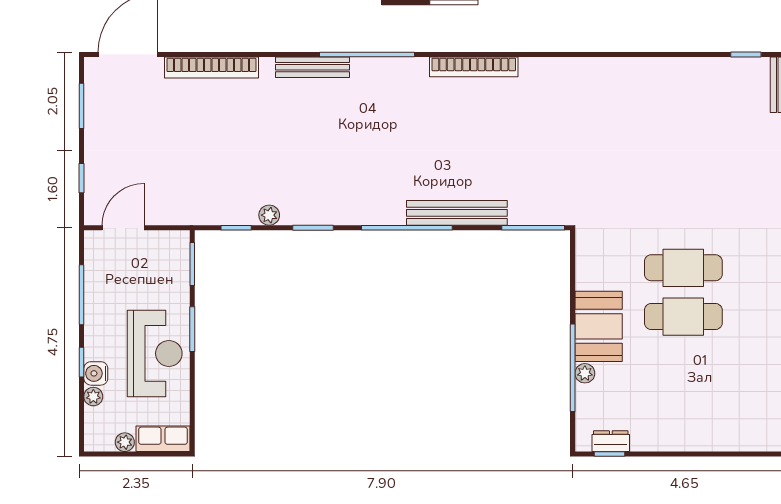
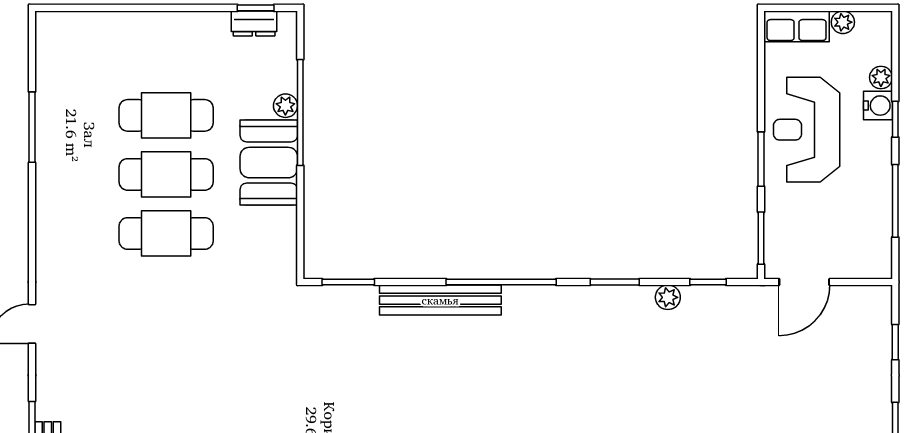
door: (123, 228) -> (804, 282), moved
window: (533, 228) -> (348, 282), width x0.69
cafe table: (683, 365) -> (166, 115), added

